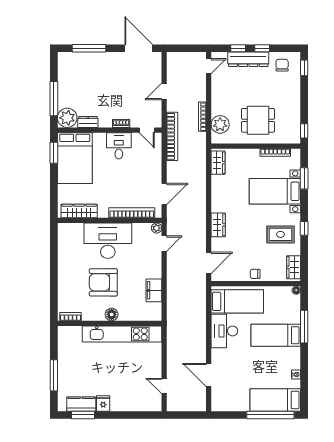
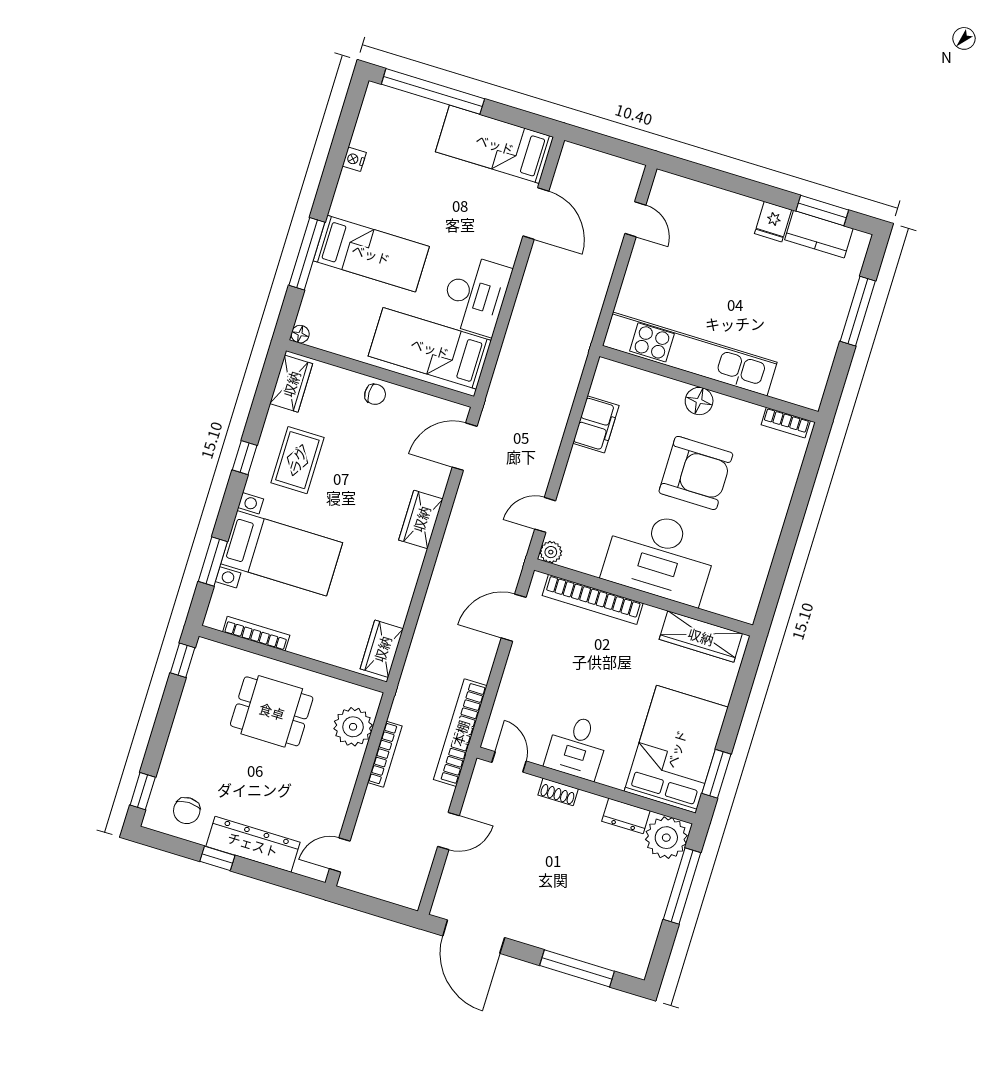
window: (238, 48) -> (267, 874), removed
rug: (280, 234) -> (297, 460), turned 90
bed: (275, 400) -> (495, 144), moved, turned 180

